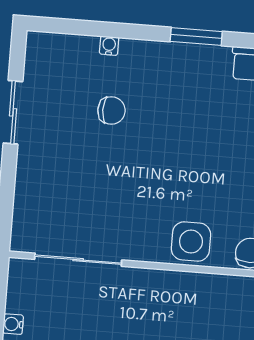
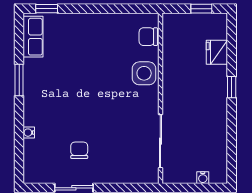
chair: (111, 111) -> (79, 150), moved

